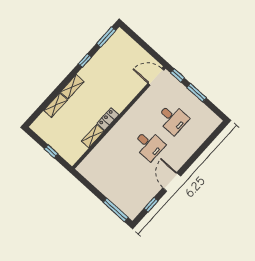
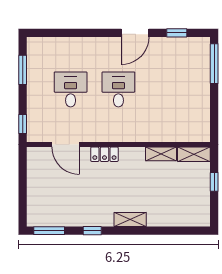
door: (156, 77) -> (66, 145), moved
window: (197, 93) -> (23, 70), moved
shelving: (56, 105) -> (194, 154), moved
locker: (108, 119) -> (104, 154), moved

